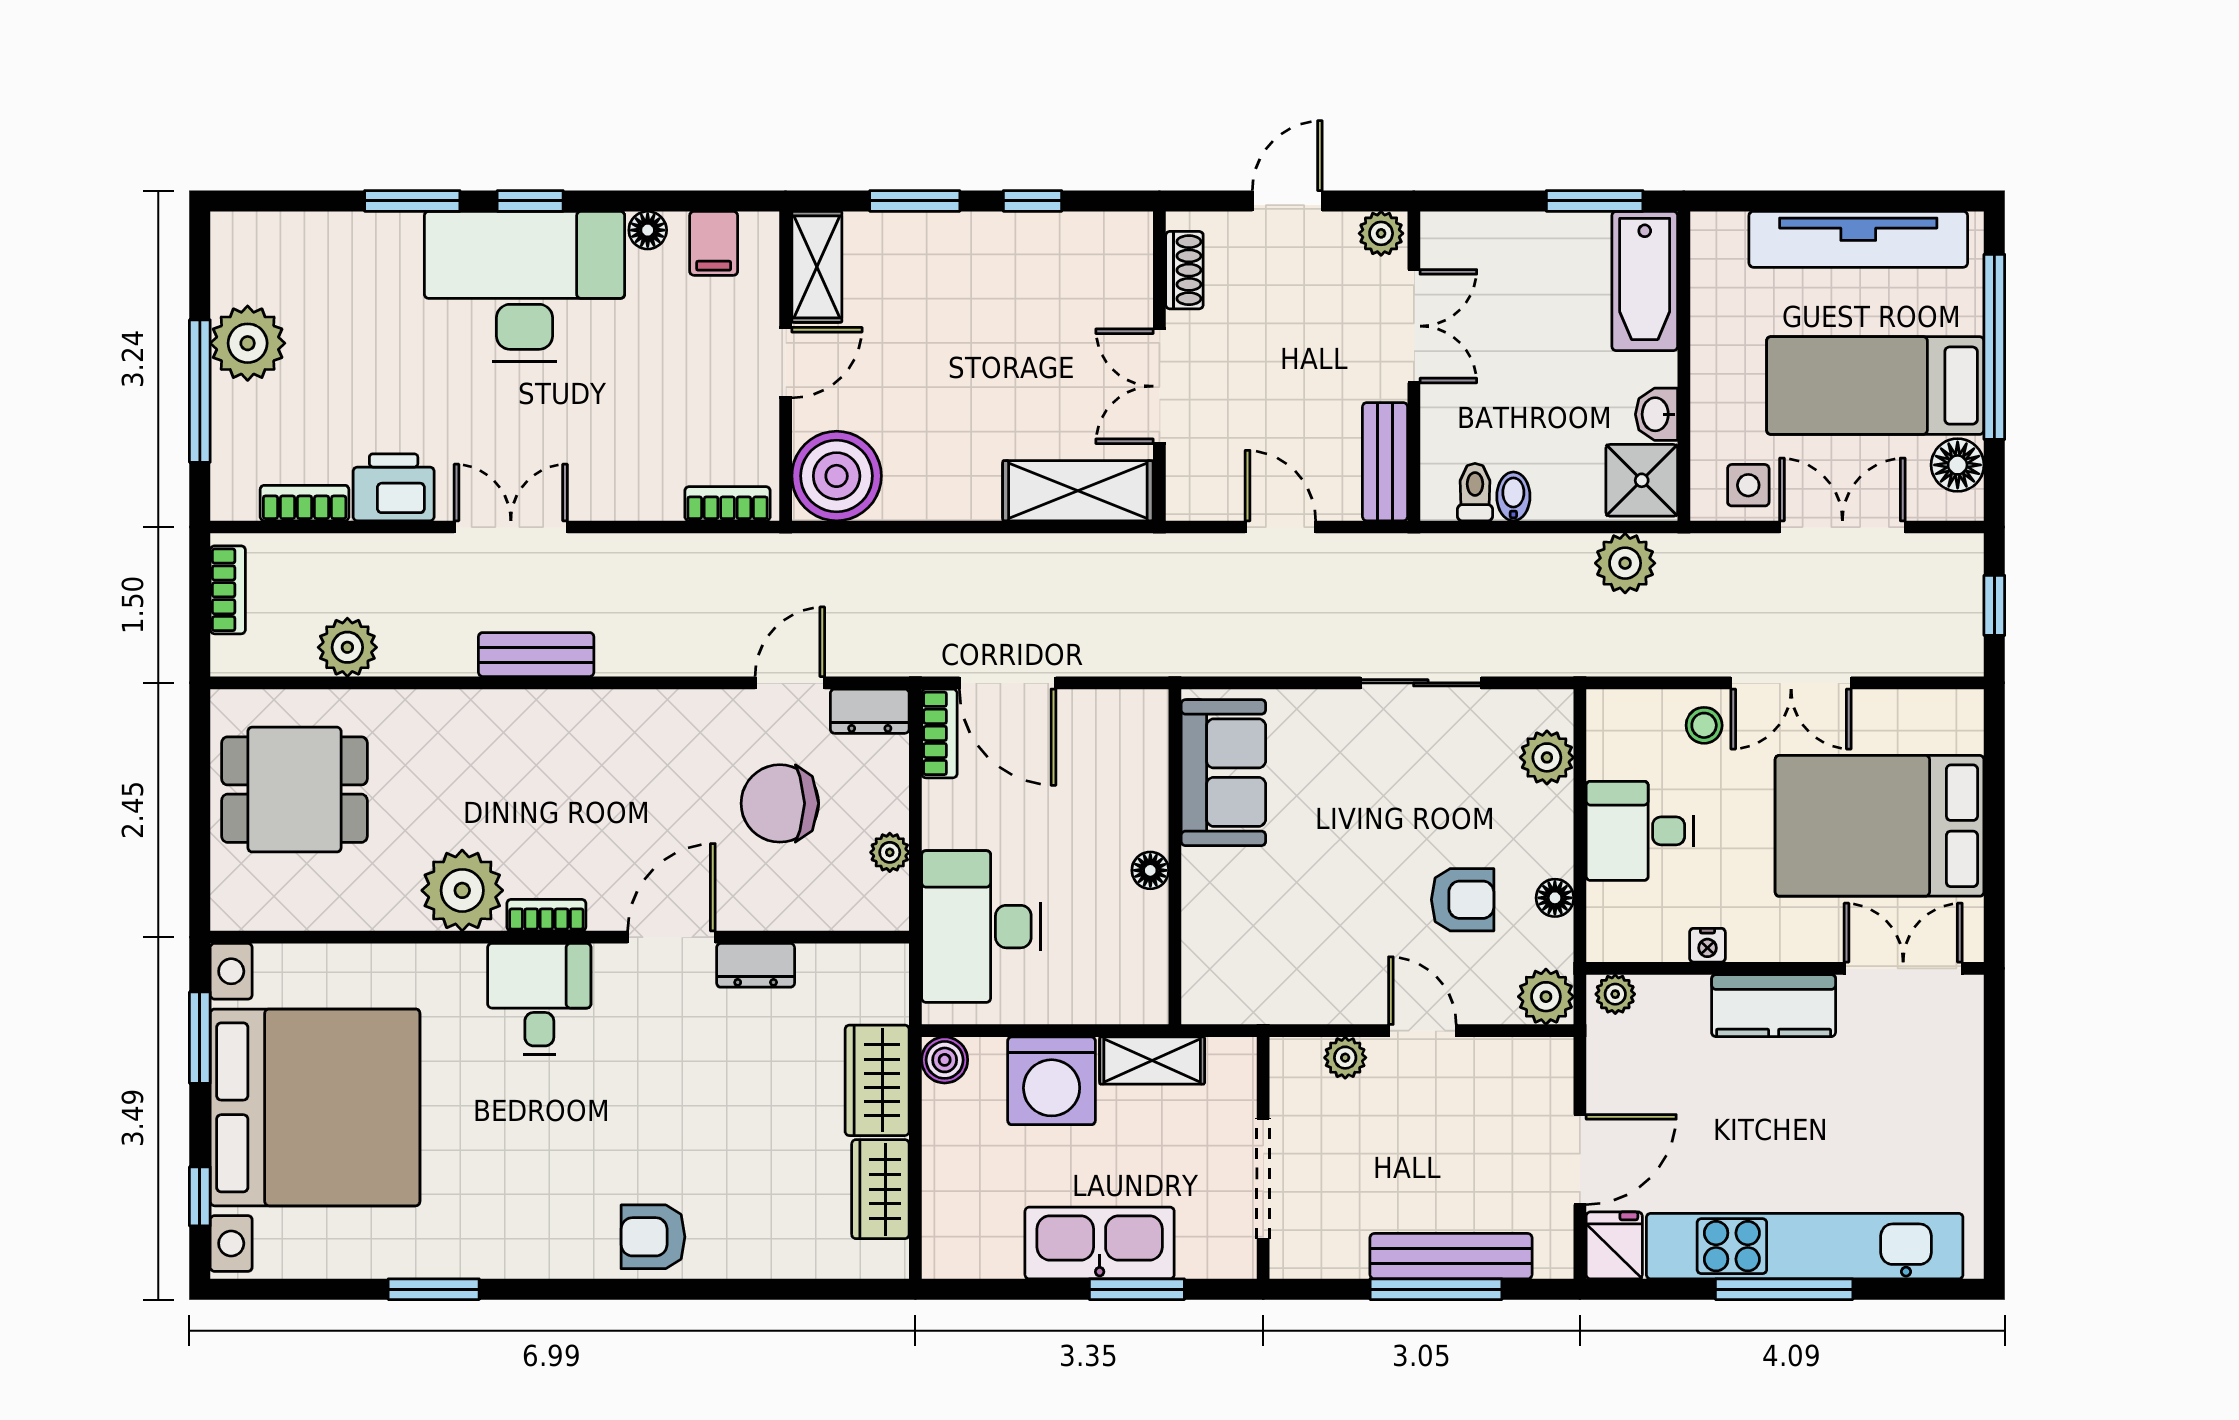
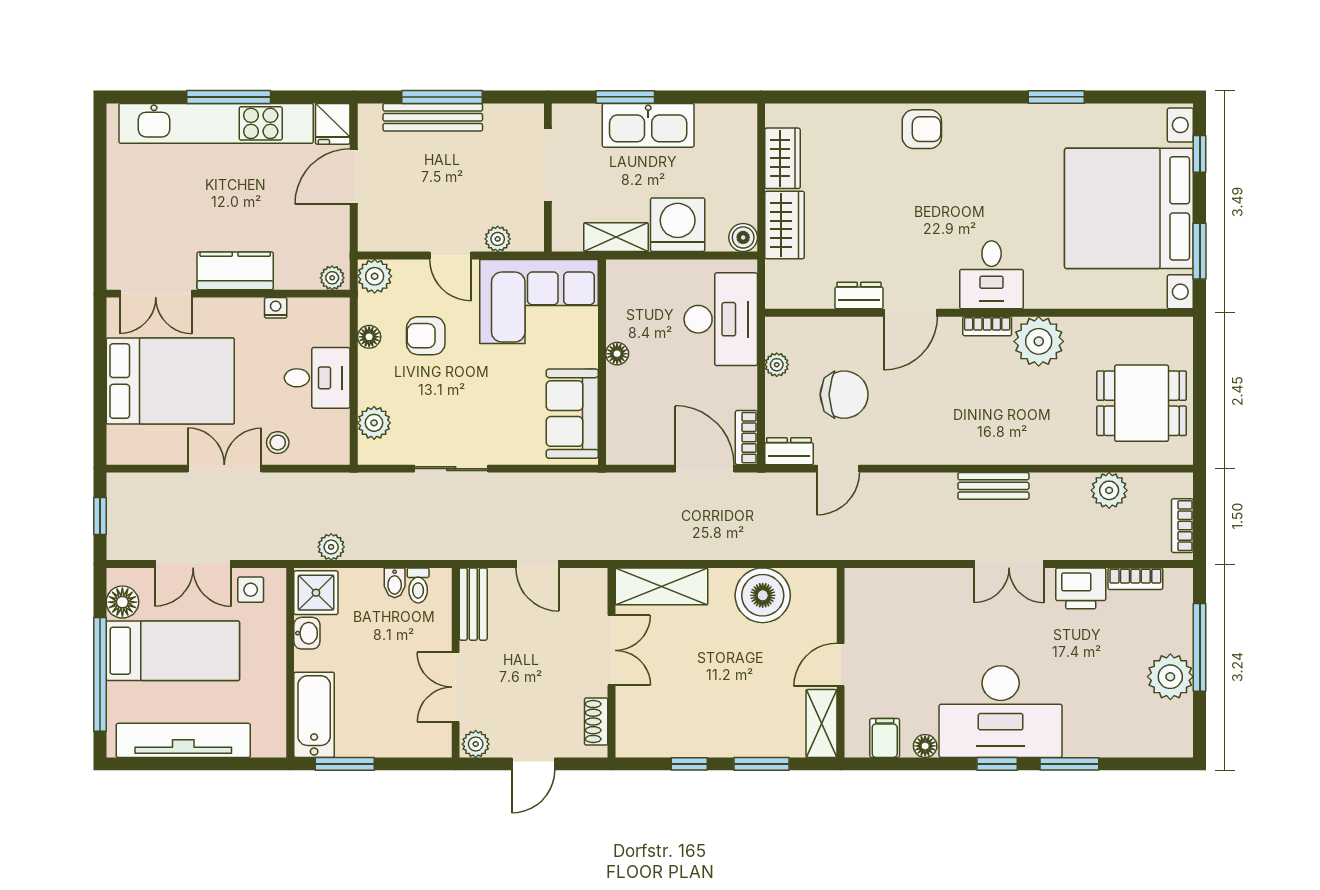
boiler: (837, 476) -> (763, 595), moved
bookcase: (727, 504) -> (876, 578), removed
plant: (1625, 563) -> (331, 547), width x0.73, depth x0.73
corner sofa: (1278, 956) -> (539, 301), added

